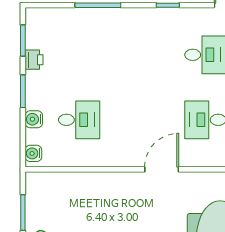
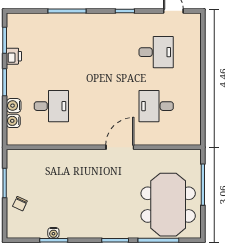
water cooler: (33, 153) -> (13, 121), moved

